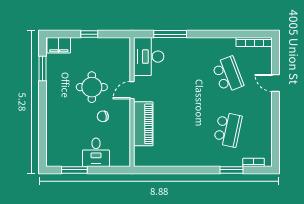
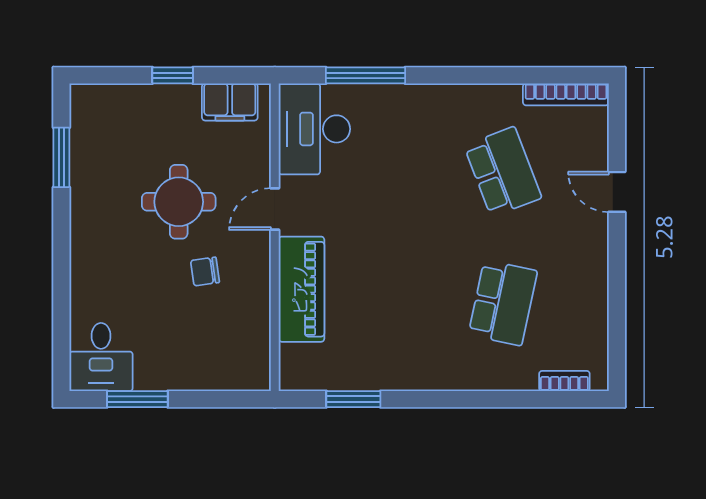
filing cabinet: (59, 45) -> (230, 102), moved
desk: (96, 152) -> (101, 357), moved
window: (232, 170) -> (353, 399), moved

